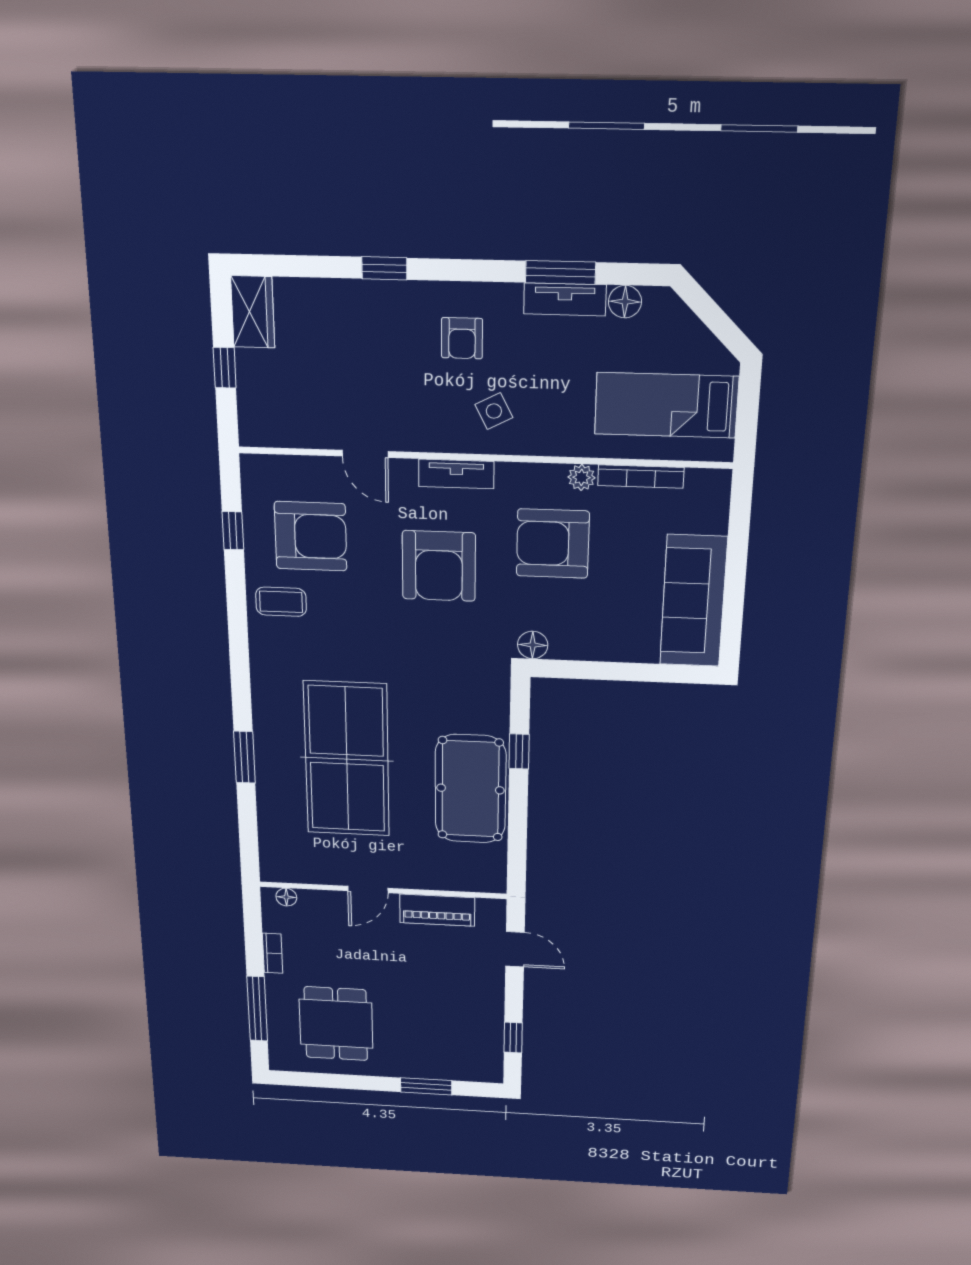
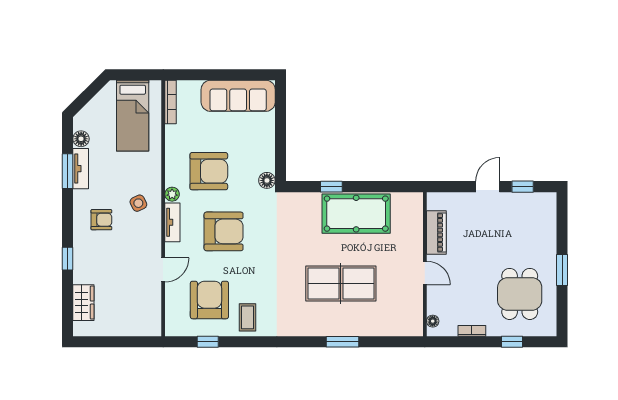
wardrobe: (253, 312) -> (83, 303), moved, turned 90
window: (225, 368) -> (120, 342), removed
plant: (581, 477) -> (172, 194), moved
bookcase: (641, 477) -> (171, 102), moved
armchair: (553, 544) -> (209, 171), turned -90
table tennis table: (347, 759) -> (341, 283), width x0.73, depth x0.76
door: (515, 949) -> (488, 187), moved
window: (257, 1009) -> (512, 342), width x0.46
dining table: (336, 1024) -> (520, 294), turned 90
window: (426, 1086) -> (562, 270), moved

